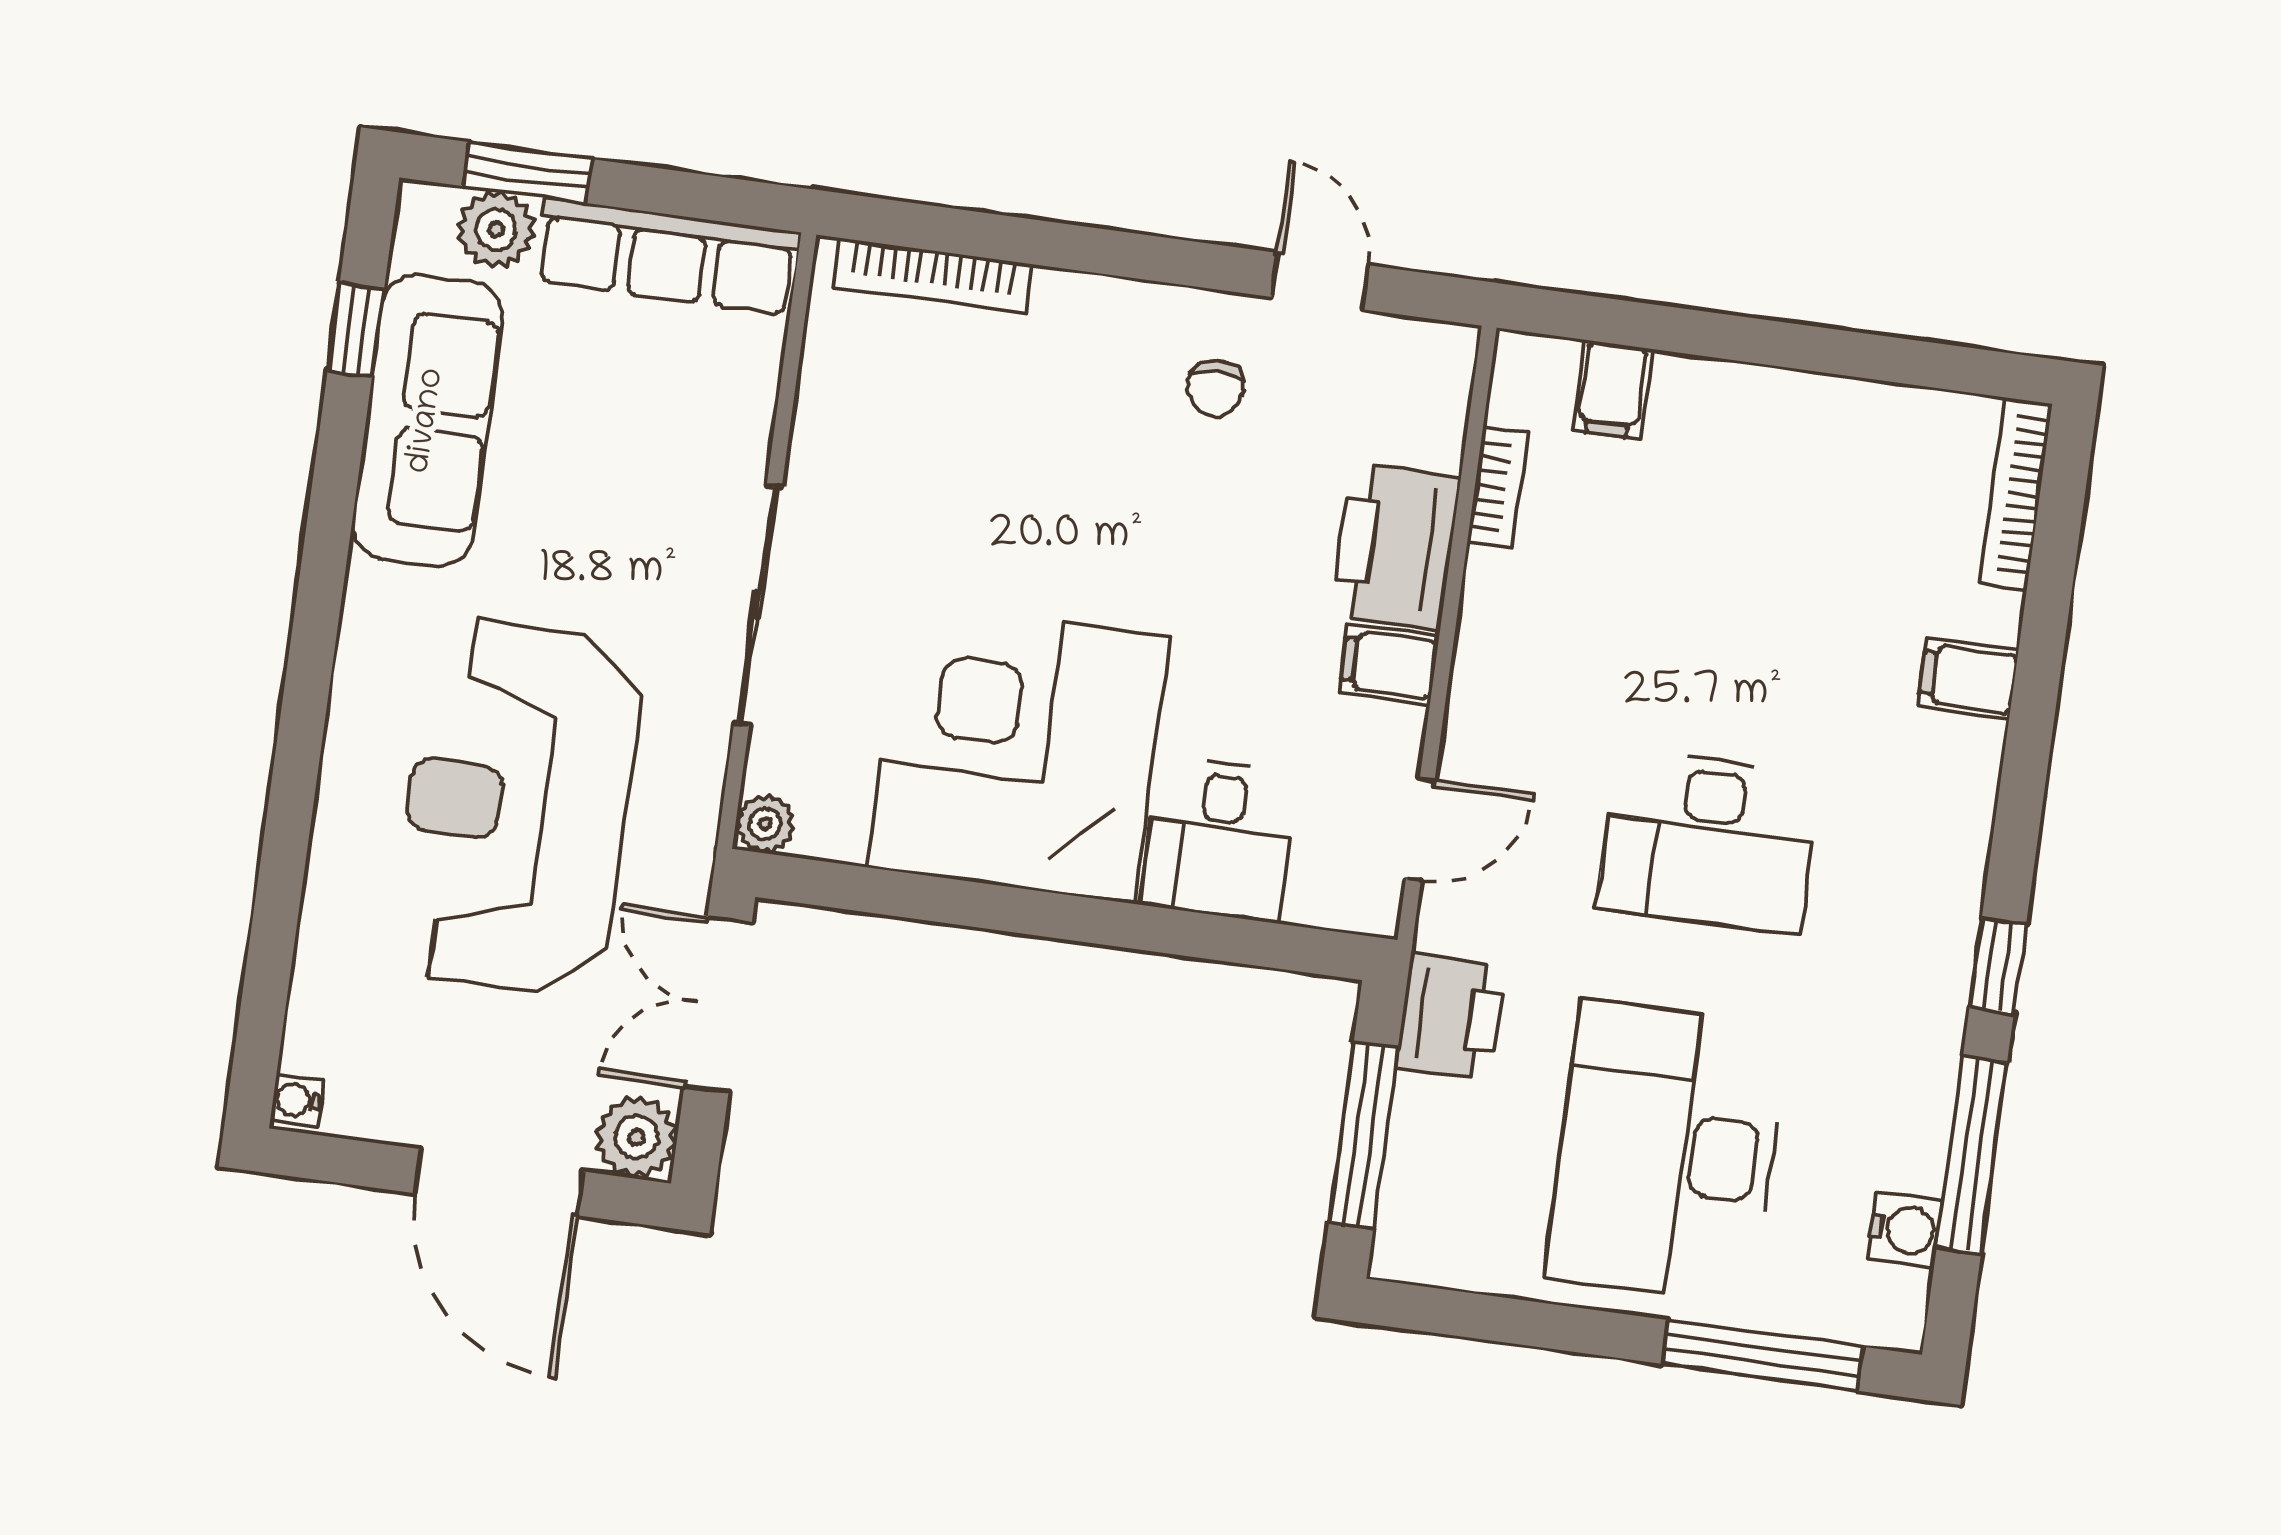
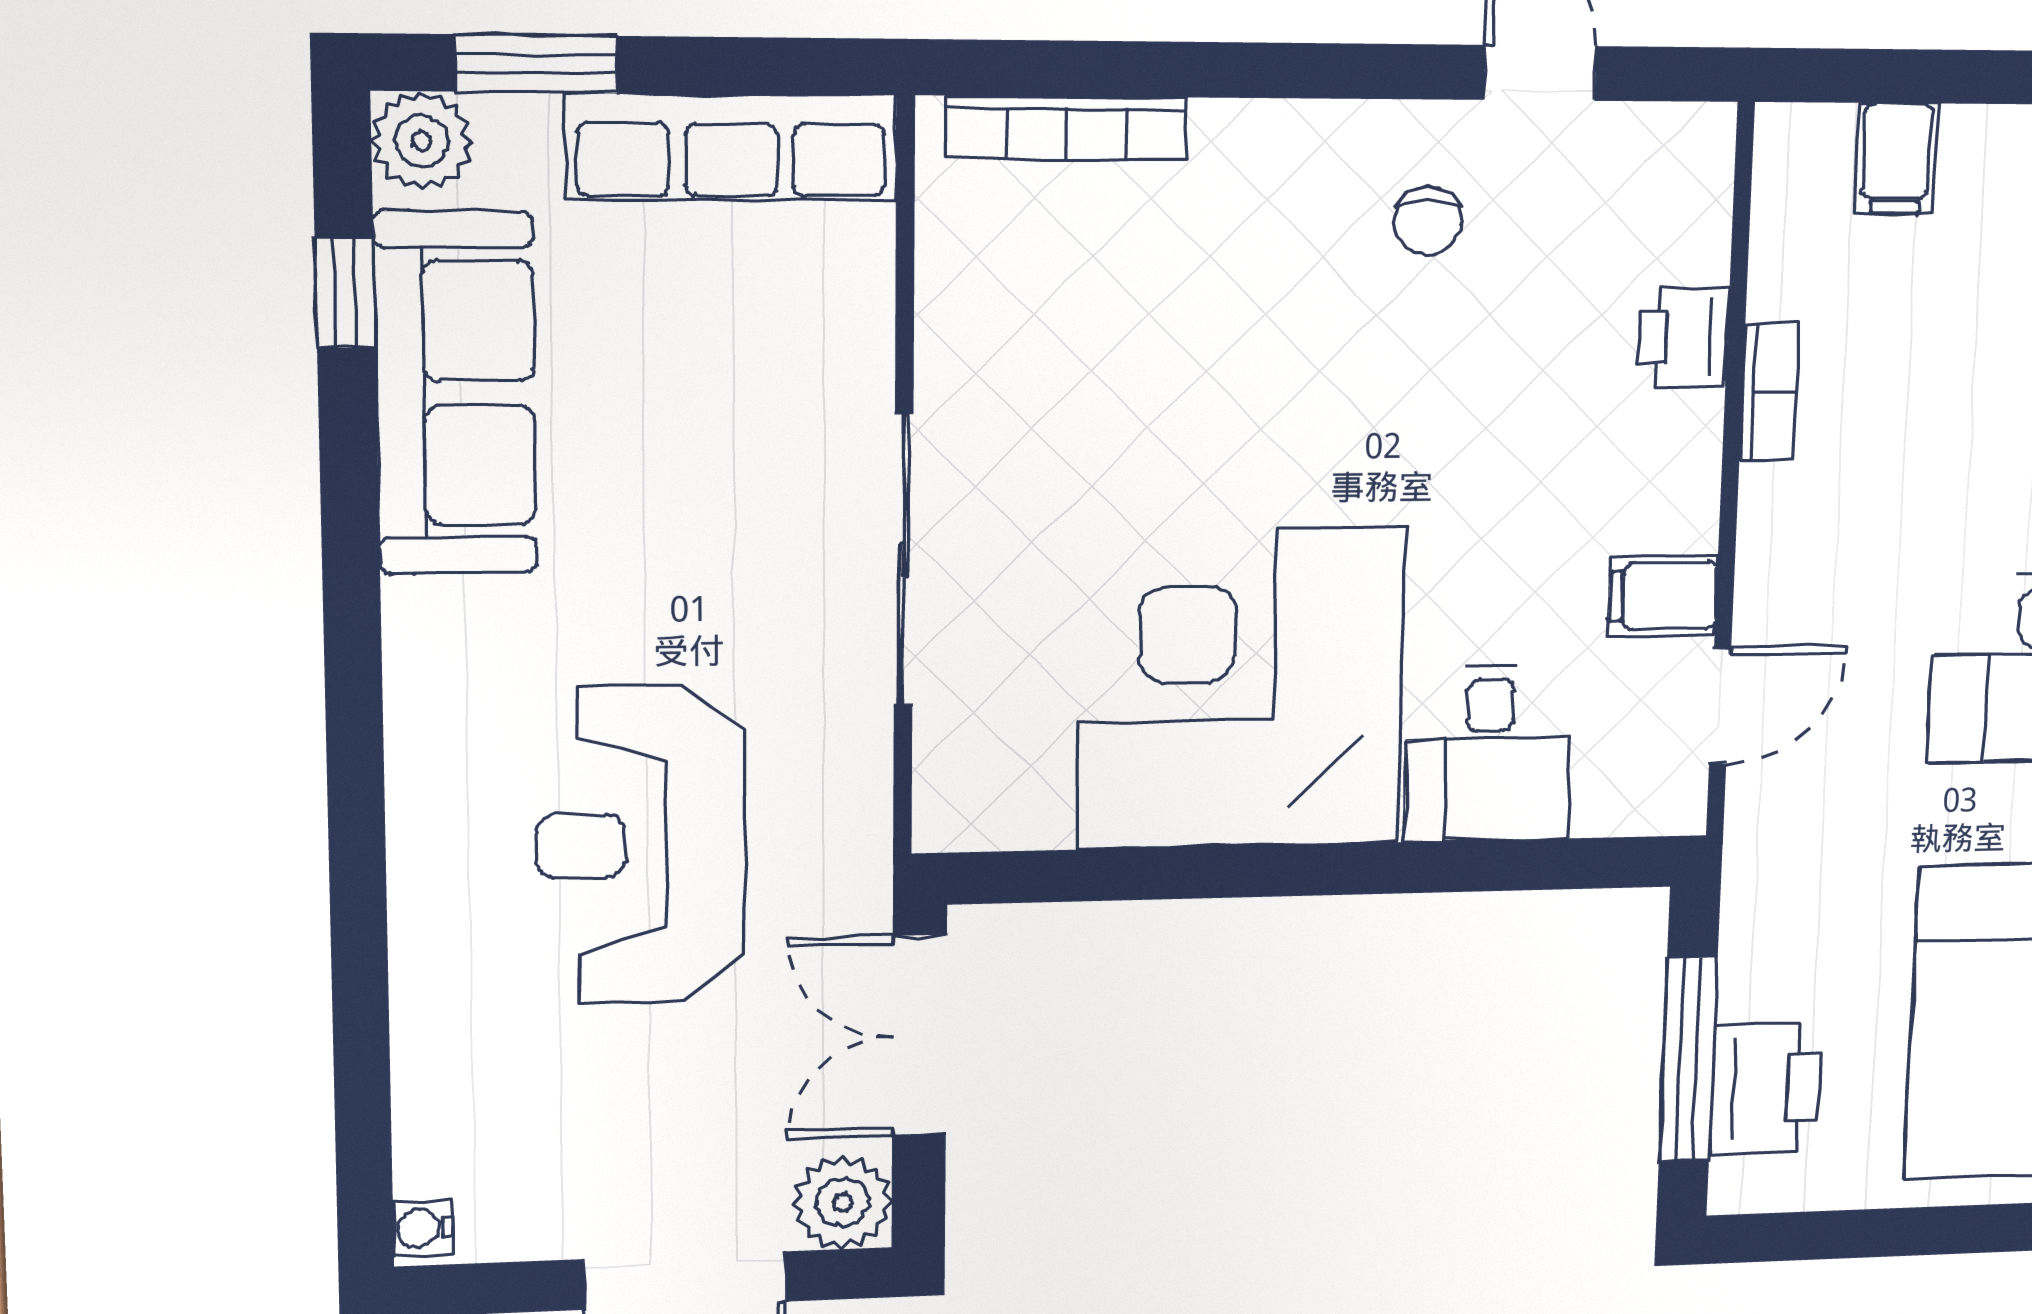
plant: (496, 230) -> (422, 141), moved
bookcase: (1498, 487) -> (1769, 392), moved
printer: (1395, 547) -> (1683, 337), width x0.53, depth x0.68
filing cabinet: (1389, 665) -> (1663, 596), moved
reception desk: (517, 807) -> (641, 845), width x0.74, depth x0.77
plant: (765, 824) -> (948, 818), removed
printer: (1450, 1017) -> (1766, 1088), moved

